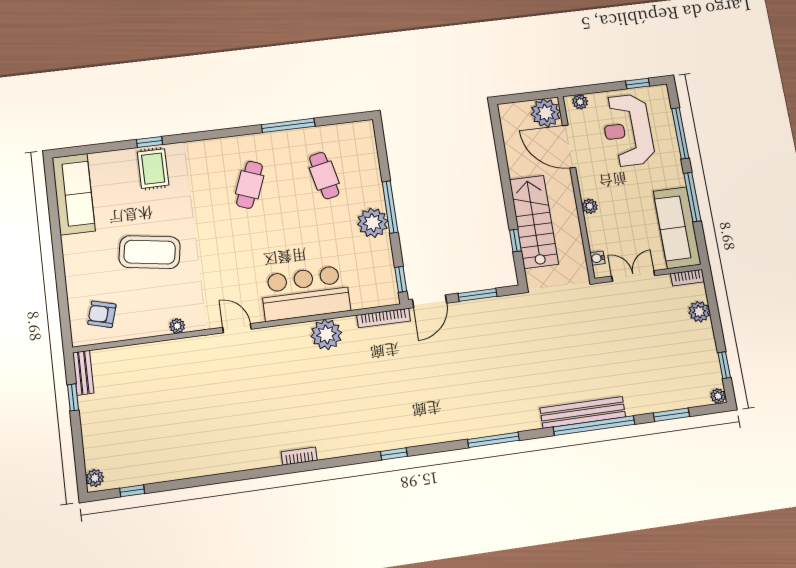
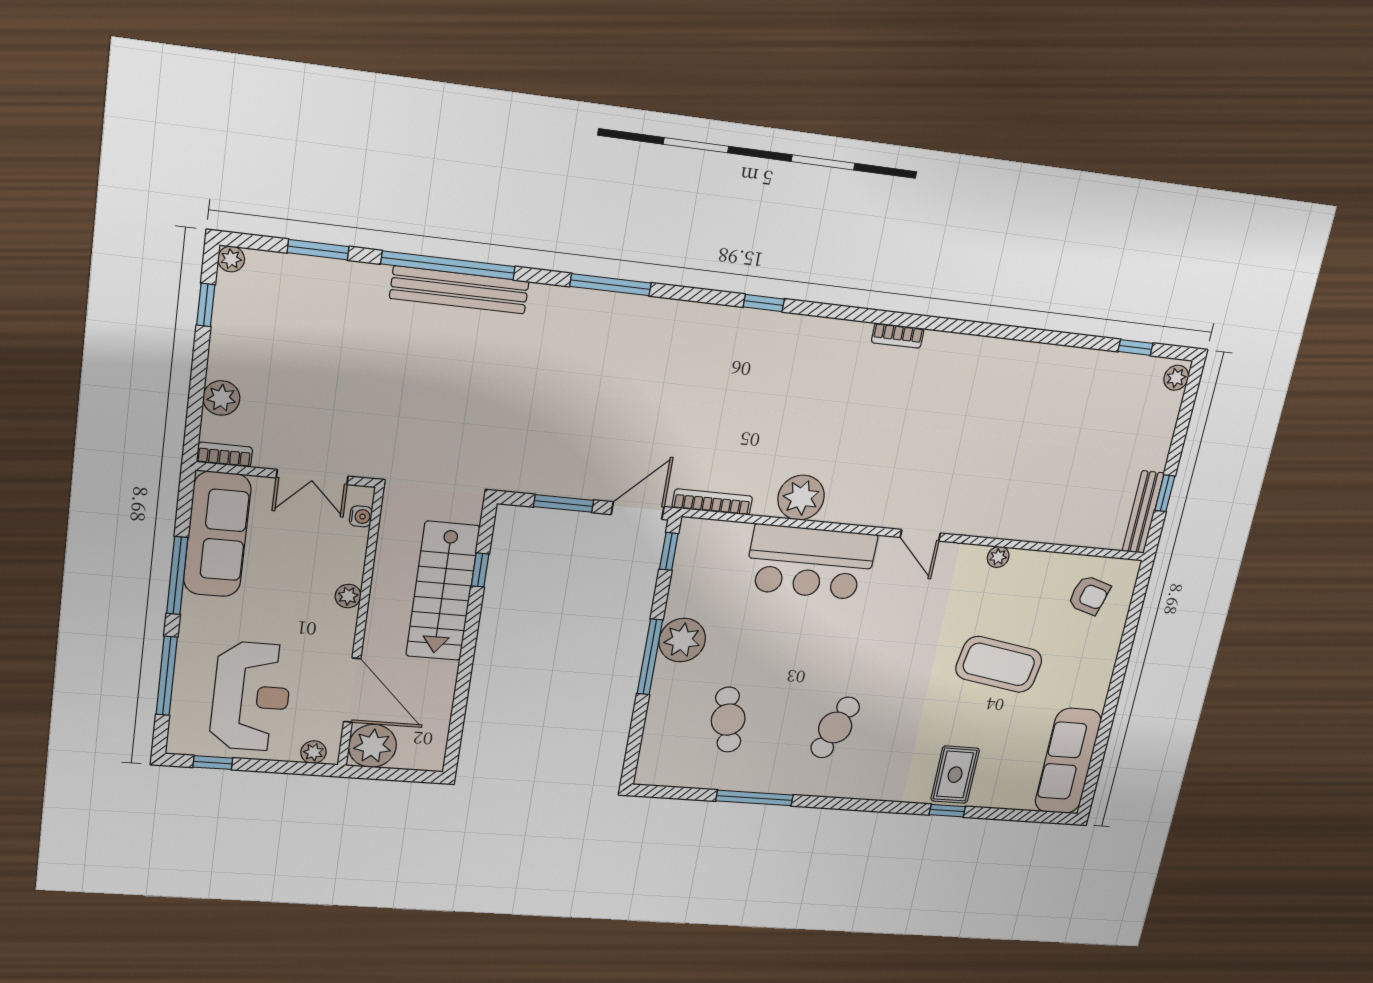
bench: (83, 373) -> (1143, 512), width x1.36

